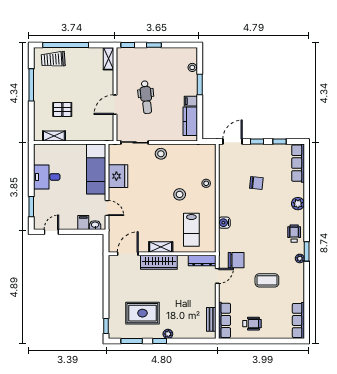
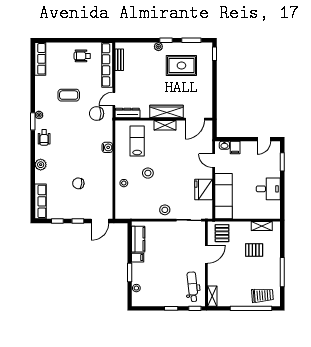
dental chair: (146, 97) -> (193, 287), moved
pallet: (98, 128) -> (222, 233), added
row of seats: (224, 320) -> (107, 65), width x1.36

